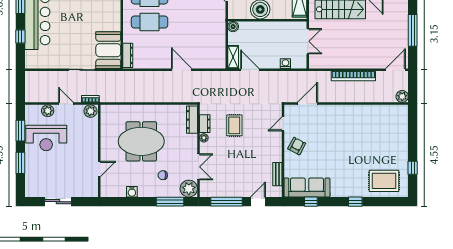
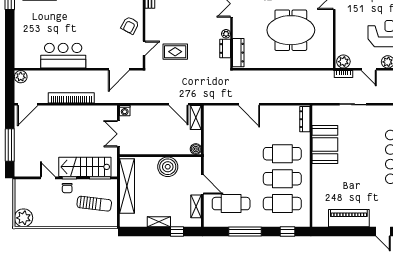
booth: (108, 50) -> (325, 144), moved
washing machine: (285, 64) -> (125, 111), moved
bar counter: (361, 117) -> (63, 56), added
rug: (234, 125) -> (175, 52), moved, turned 90

